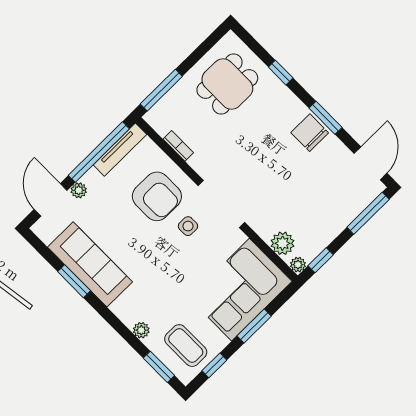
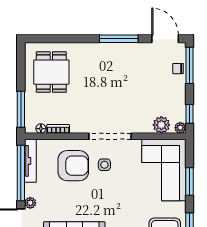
window: (281, 73) -> (73, 39), removed
window: (325, 118) -> (119, 39), width x1.44
floor lamp: (162, 129) -> (41, 129), added
chair: (310, 133) -> (178, 69), moved, width x0.54, depth x0.54

